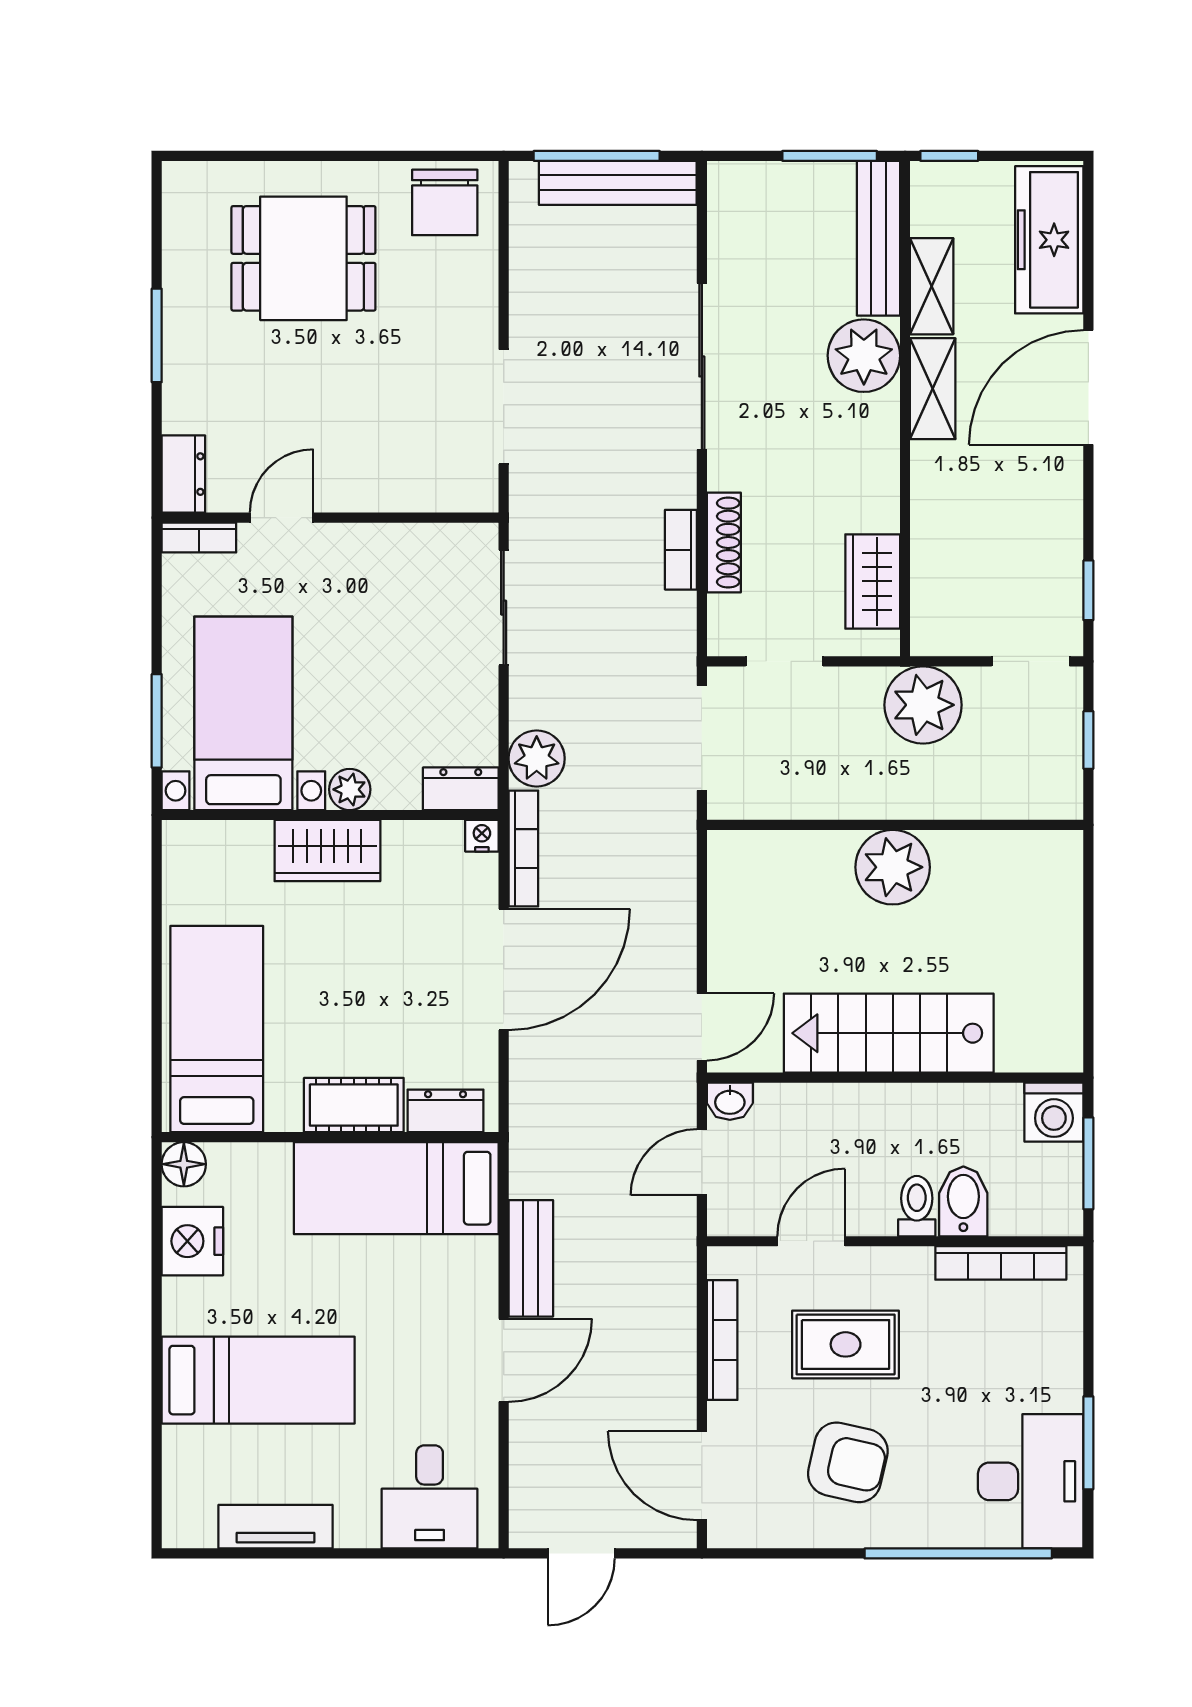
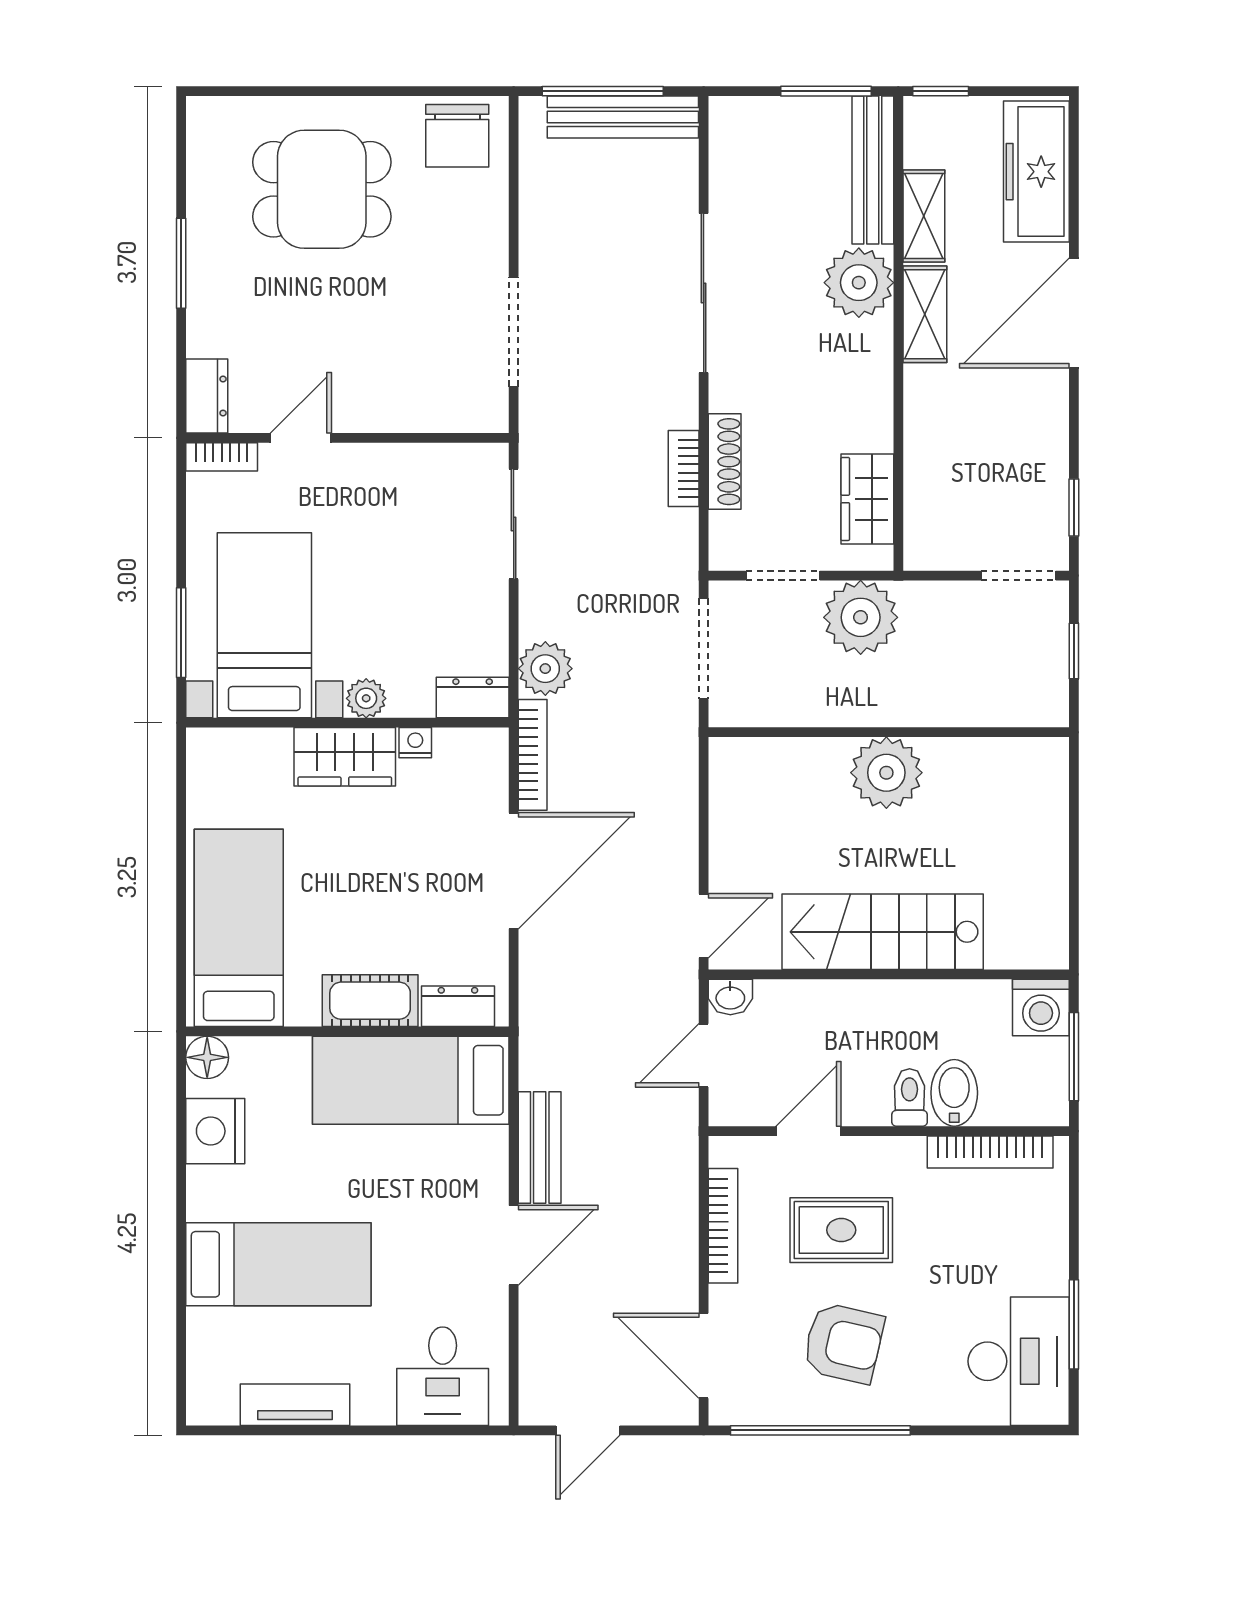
plant: (923, 705) -> (861, 617), moved
nightstand: (482, 836) -> (415, 743), moved
window: (958, 1553) -> (820, 1430), moved

